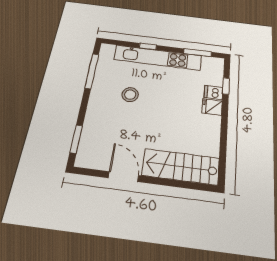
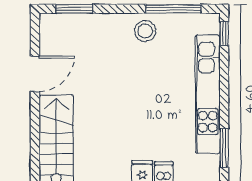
window: (148, 46) -> (224, 33), moved
stool: (130, 95) -> (145, 31), moved

